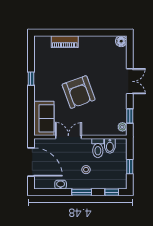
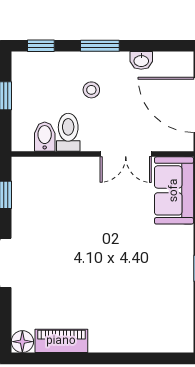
piano: (65, 42) -> (61, 341), moved
armchair: (79, 92) -> (106, 242), removed
plant: (122, 127) -> (20, 174), removed

